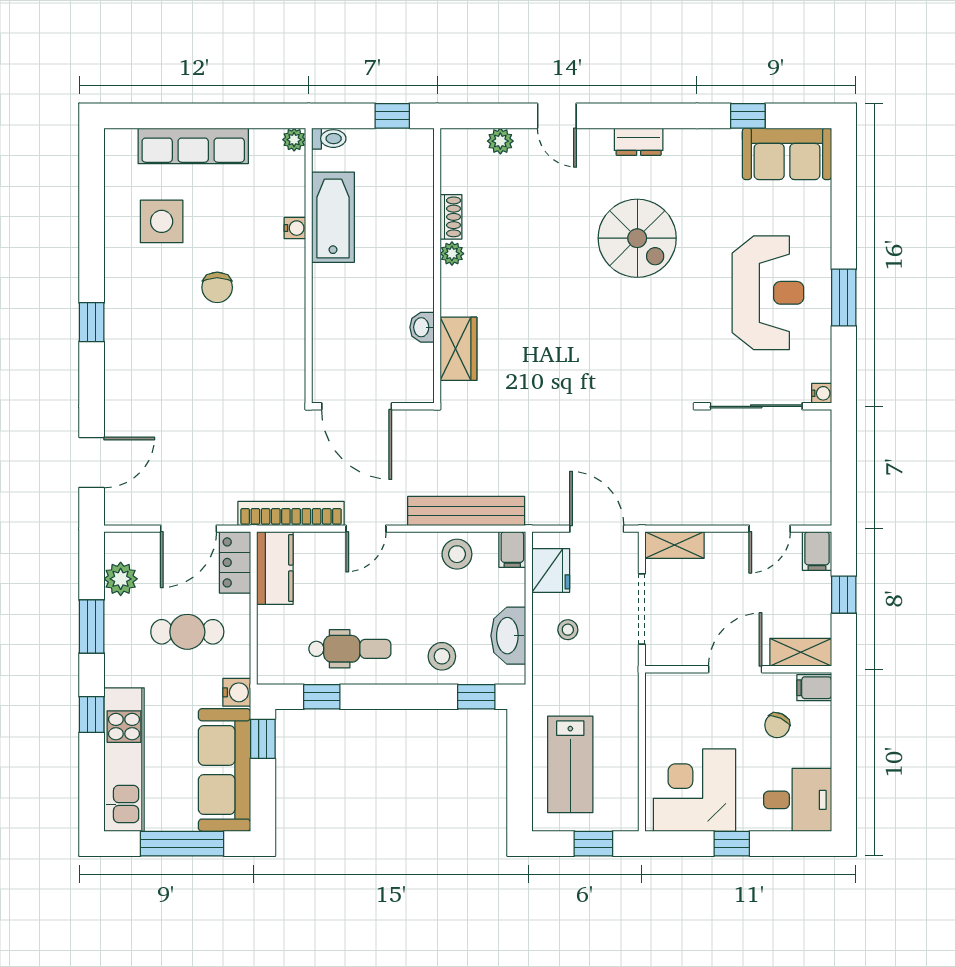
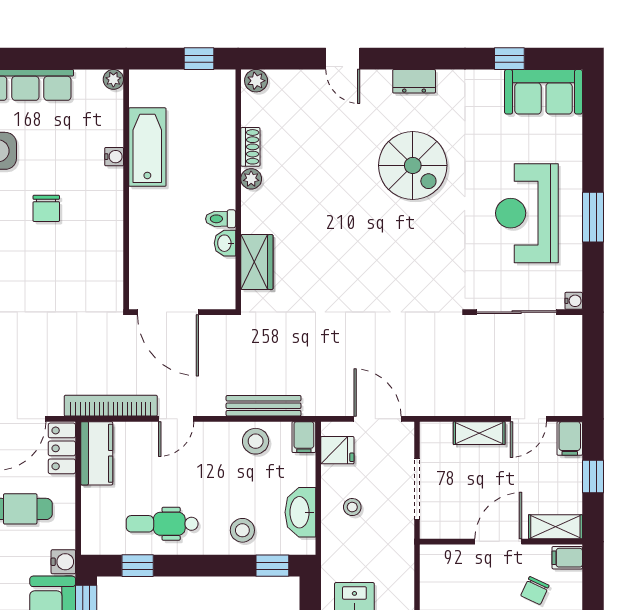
toilet: (329, 139) -> (221, 219), moved, turned 180
plant: (500, 141) -> (256, 81), moved
reception desk: (768, 293) -> (527, 213), turned 180
bench: (466, 511) -> (264, 406), width x0.73, depth x0.82
shelving: (675, 545) -> (479, 433), moved
fridge: (551, 570) -> (337, 450), width x0.72
dental chair: (350, 649) -> (162, 524), turned 180

